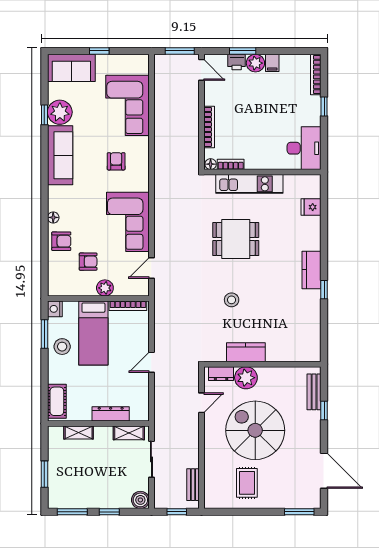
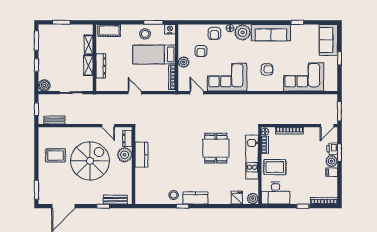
plant: (60, 112) -> (243, 32), moved
rug: (265, 149) -> (275, 167), added
plant: (312, 183) -> (253, 199), added
stool: (232, 300) -> (174, 195), moved
shelving: (129, 433) -> (88, 65), moved

